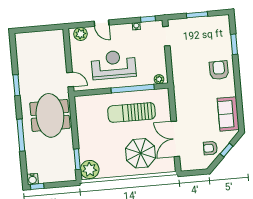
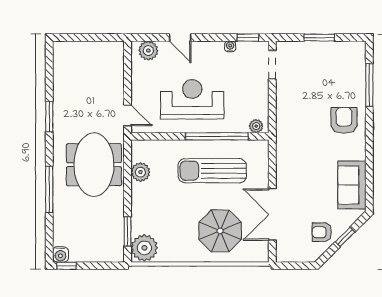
window: (234, 44) -> (369, 85), width x1.44
plant: (82, 118) -> (140, 172), added

